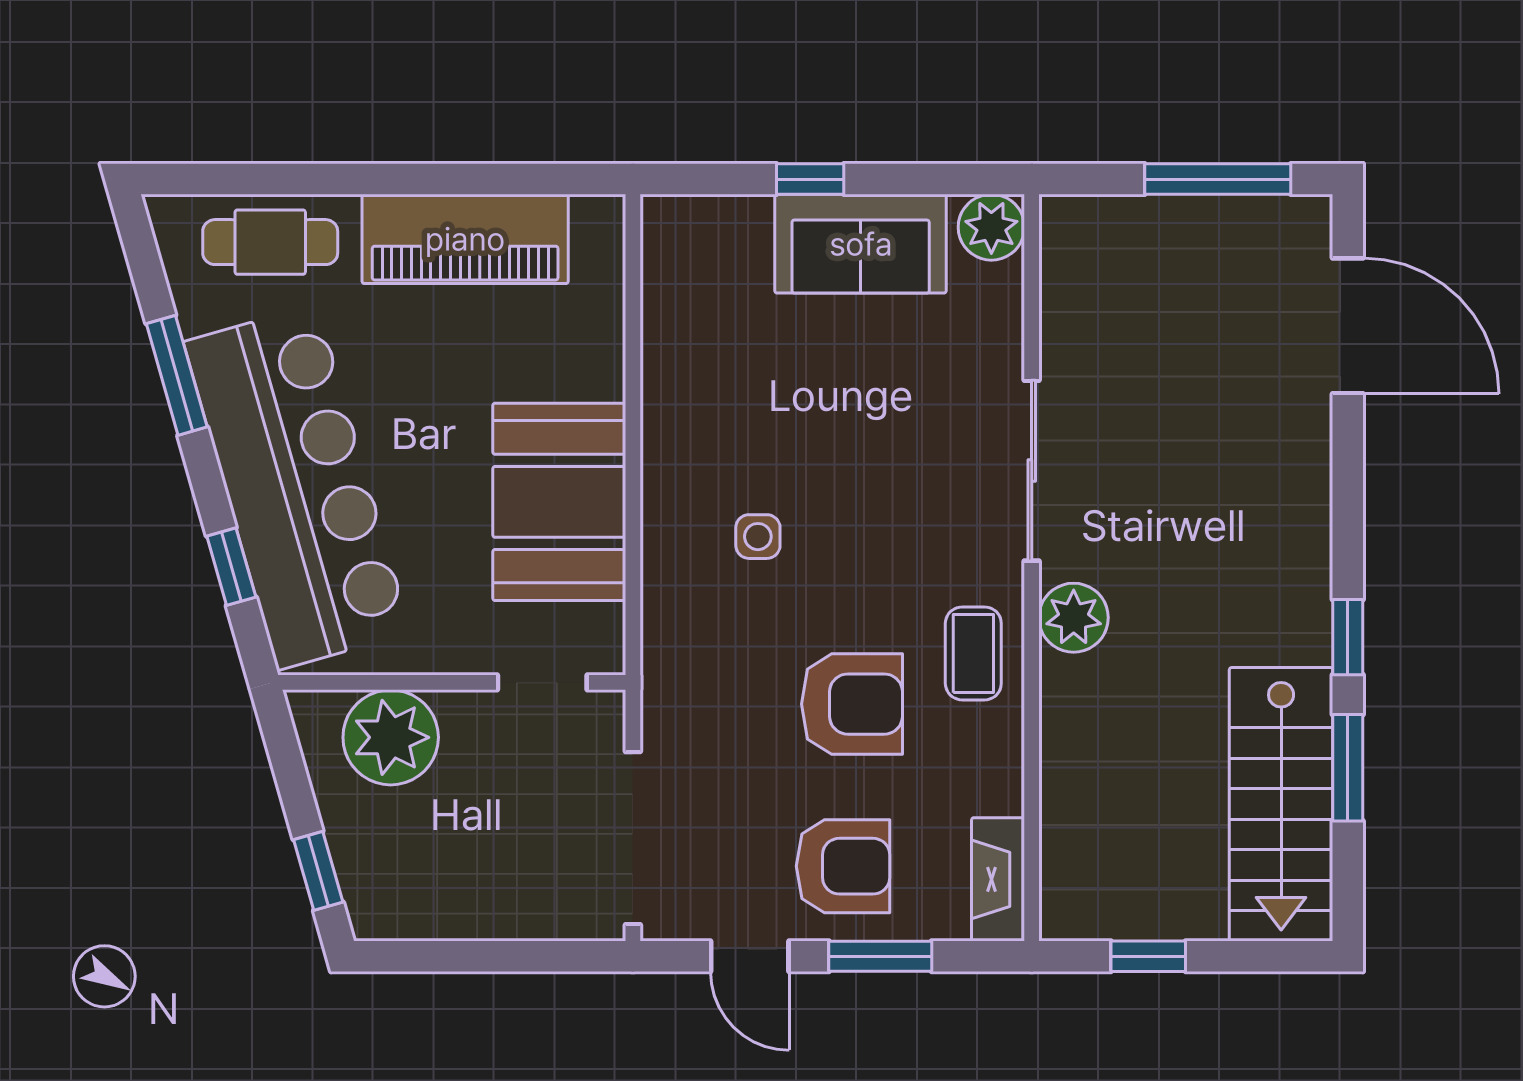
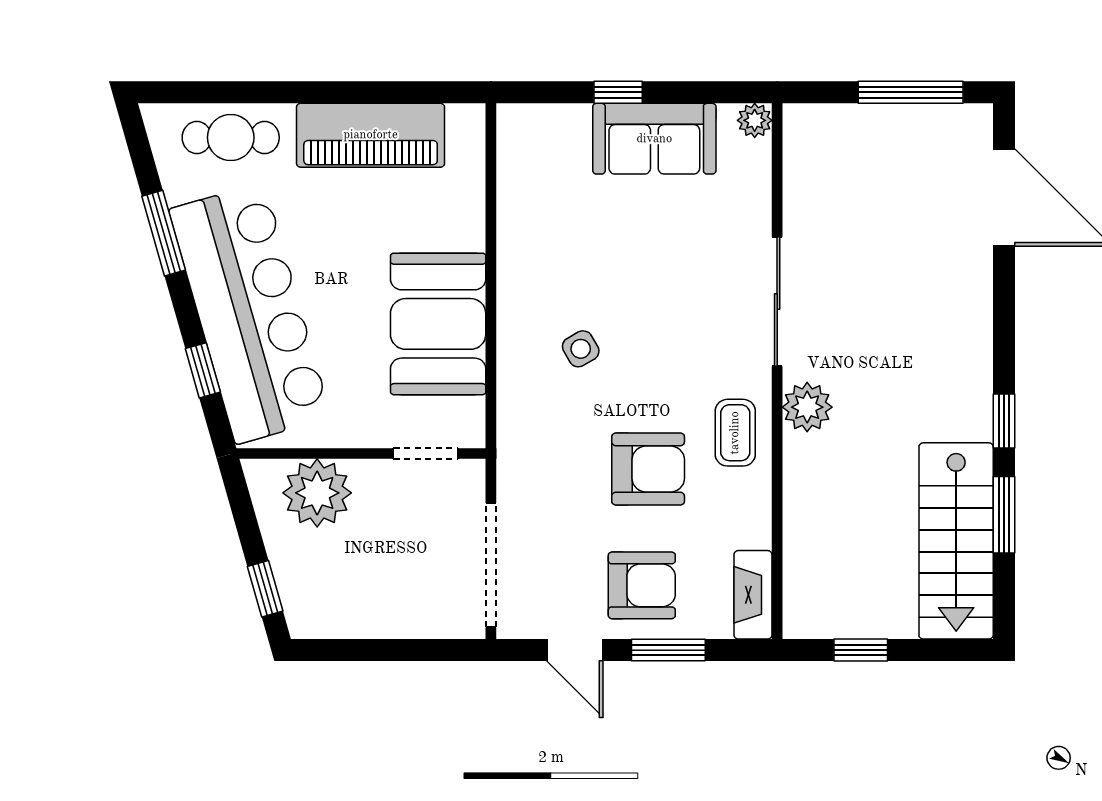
plant: (991, 227) -> (755, 120), width x0.73, depth x0.73
side table: (758, 537) -> (581, 349), turned -30

